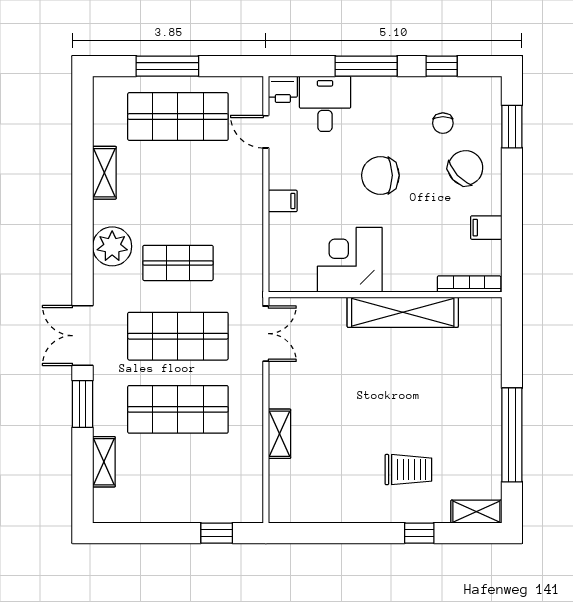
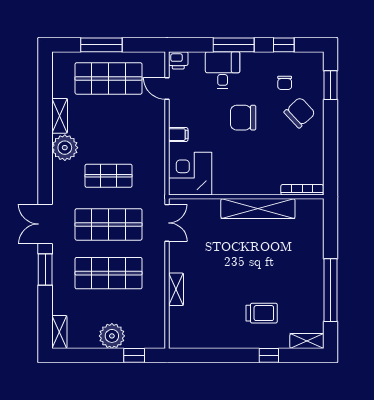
desk: (325, 104) -> (223, 70), moved
filing cabinet: (486, 228) -> (313, 152), removed
plant: (112, 246) -> (65, 148), moved
corner desk: (350, 260) -> (190, 174), moved
shelving: (104, 462) -> (59, 332), moved
plant: (183, 504) -> (112, 336), added

